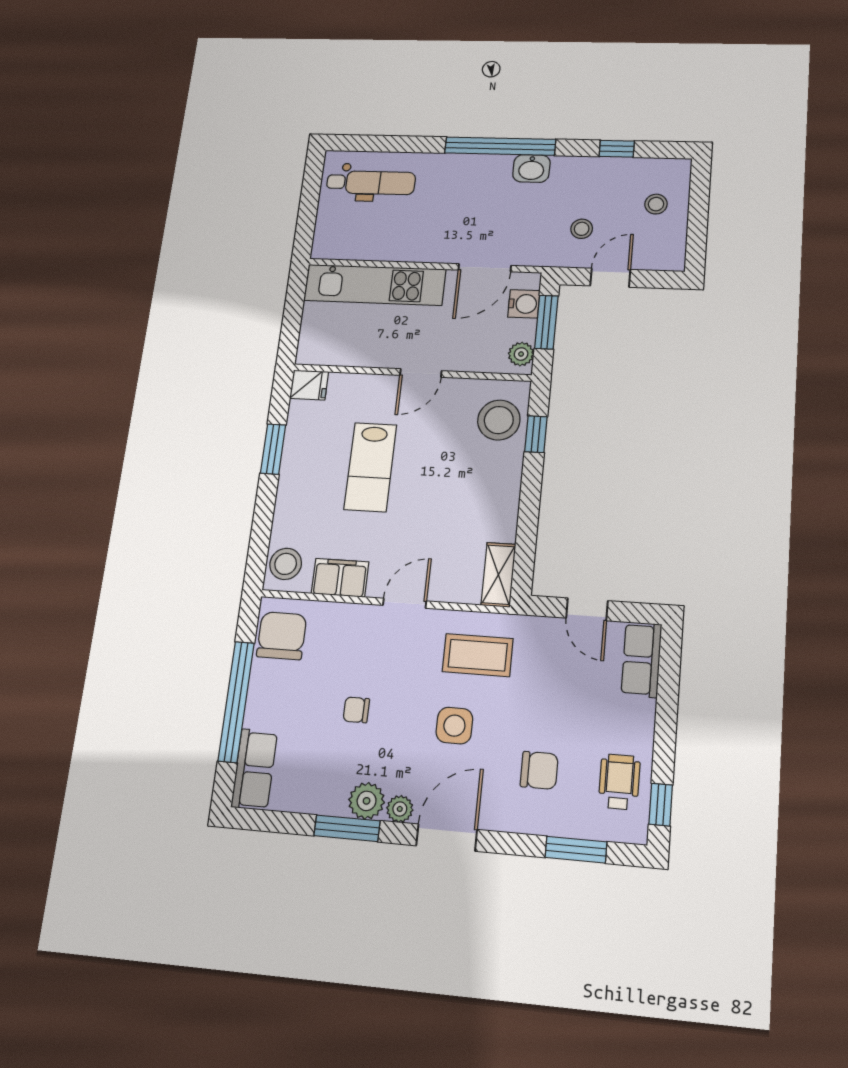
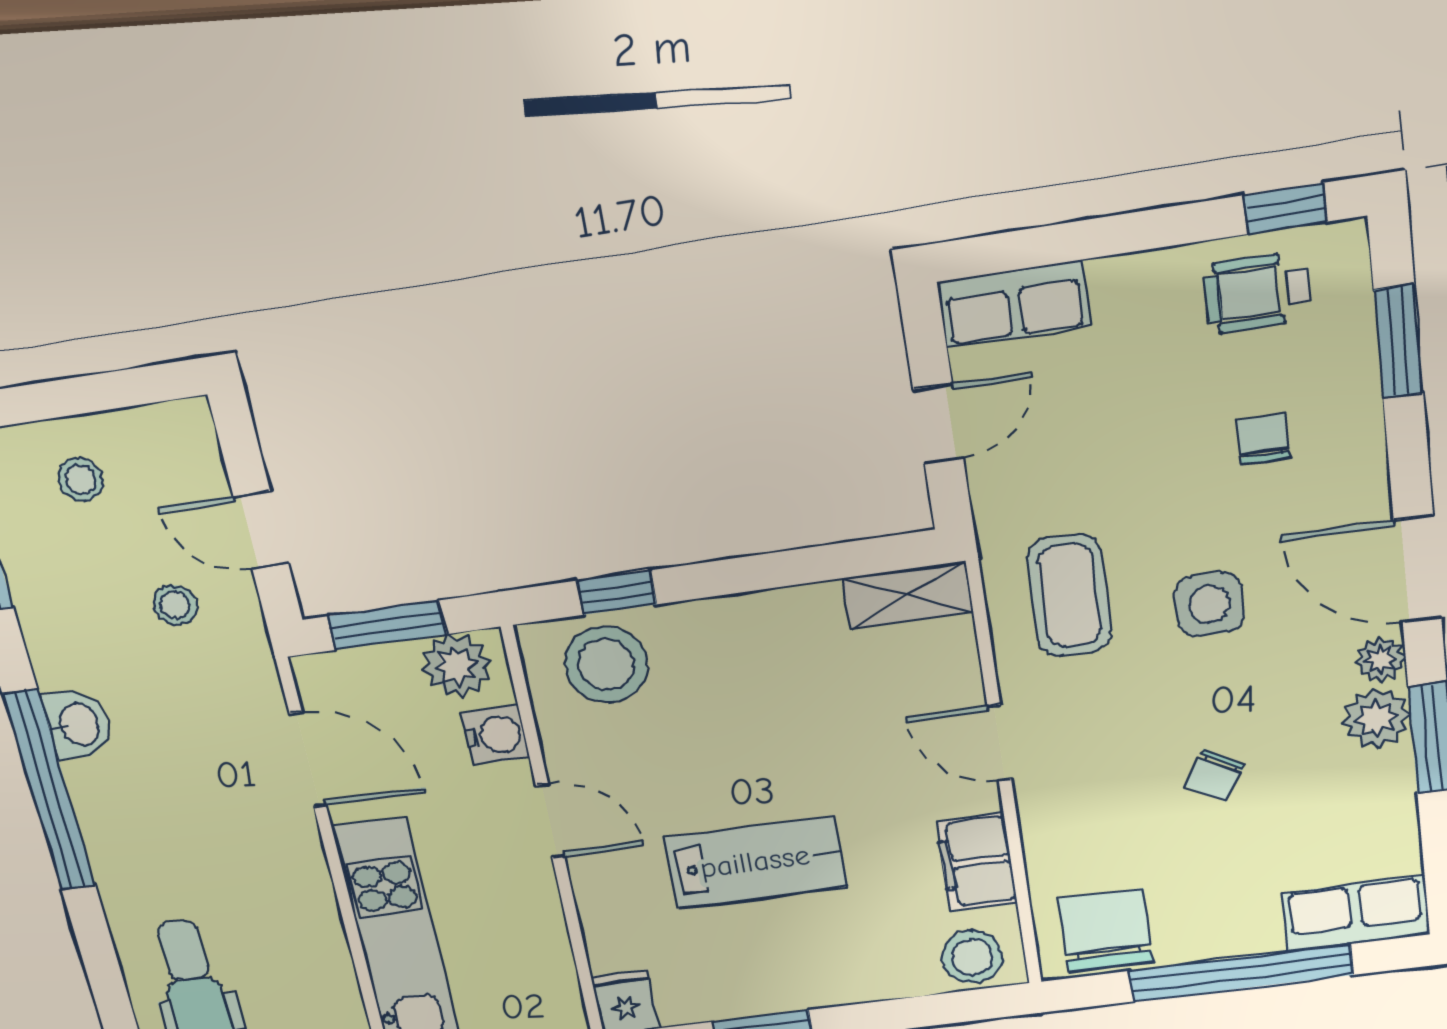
water cooler: (524, 304) -> (496, 735), moved, turned 90
plant: (521, 354) -> (456, 666), width x1.38, depth x1.38
chair: (282, 636) -> (1106, 930), turned 90
chair: (356, 710) -> (1215, 775), turned 31
chair: (539, 770) -> (1263, 439), width x0.73, depth x0.73

